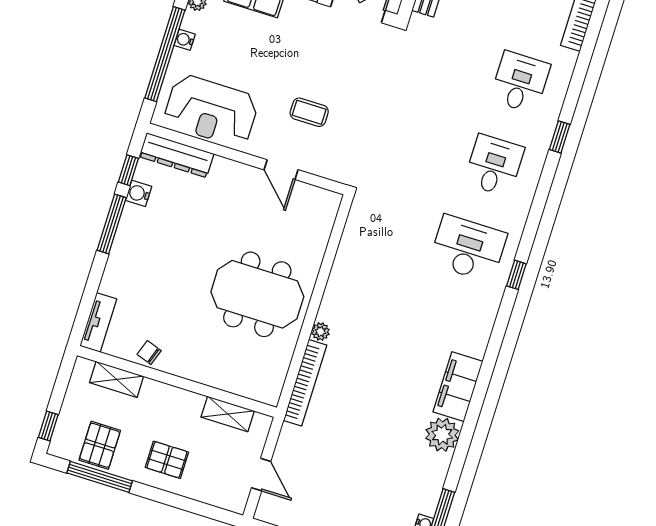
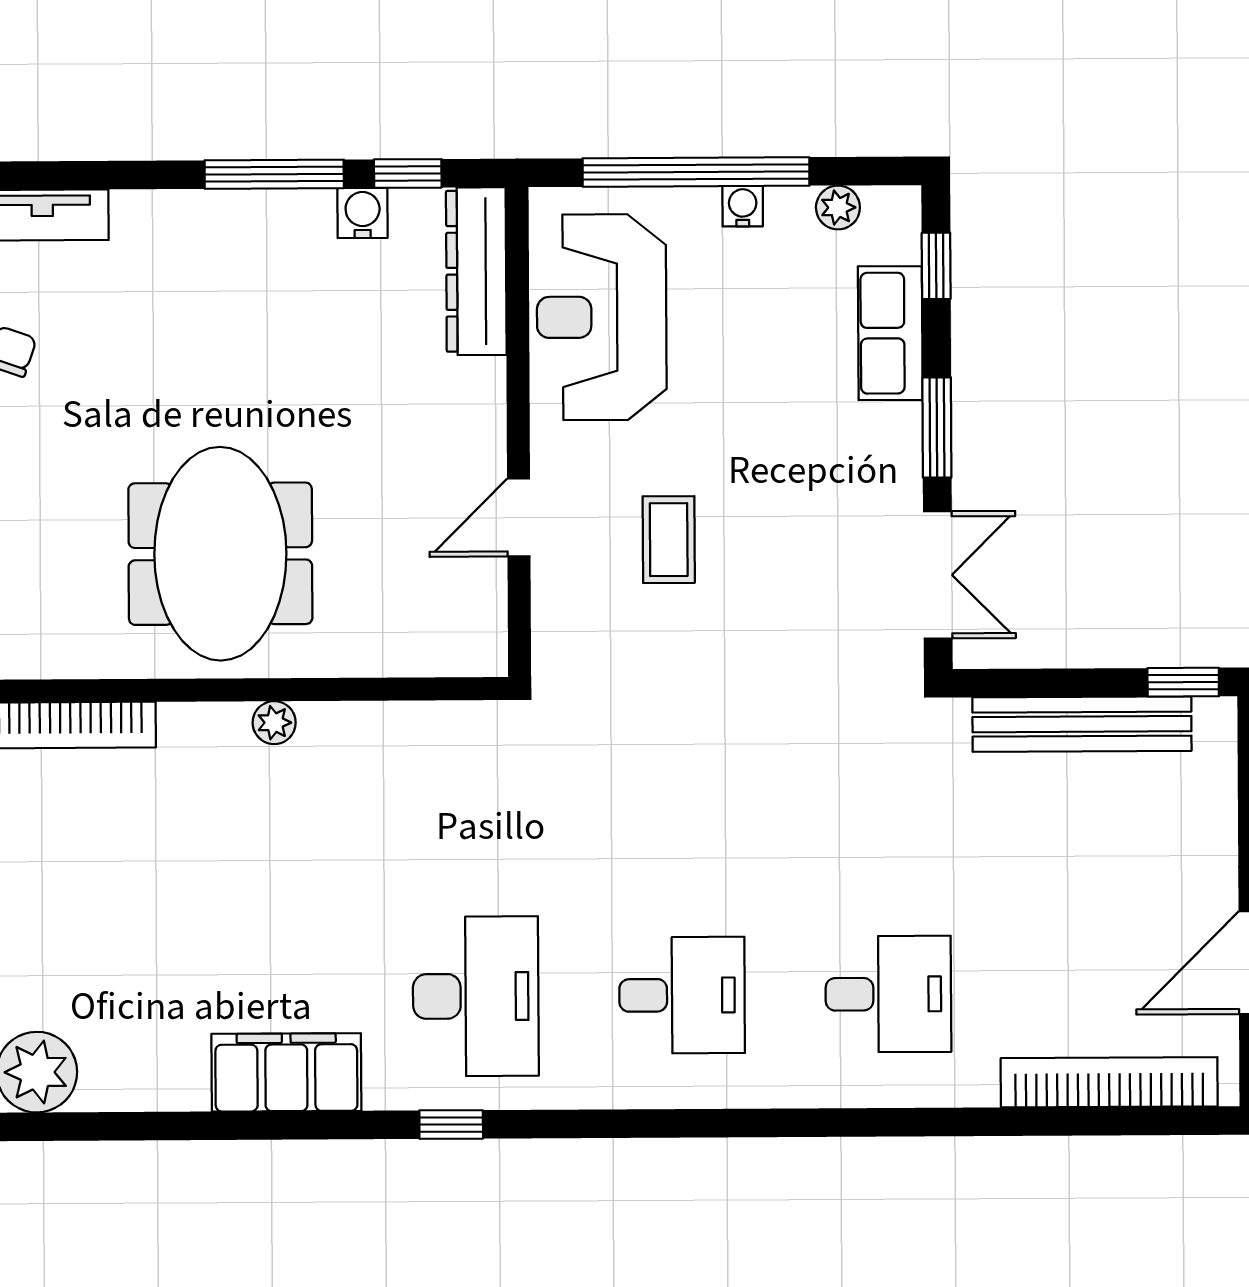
window: (560, 137) -> (793, 1123), removed
plant: (320, 332) -> (274, 723), moved
filing cabinet: (458, 387) -> (286, 1072), moved

